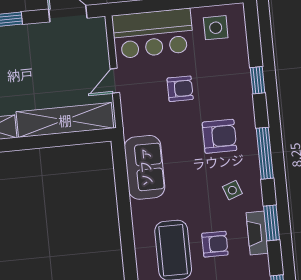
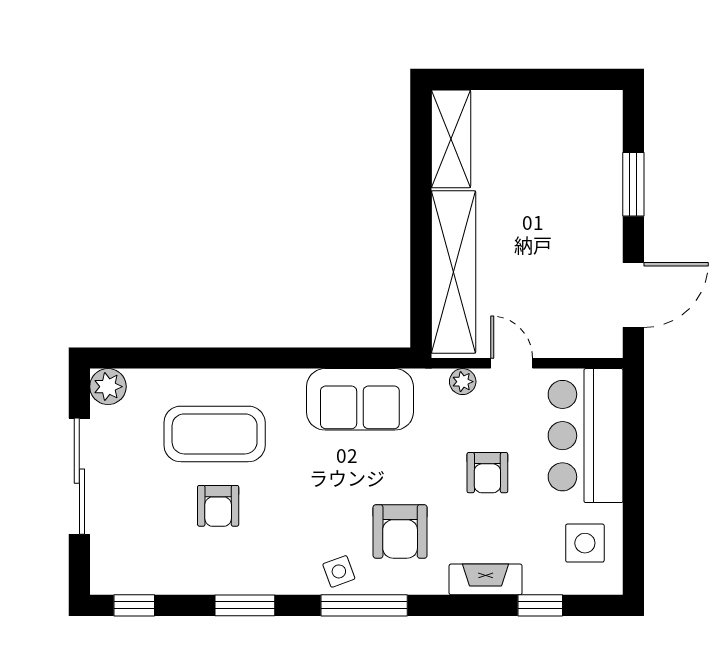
window: (258, 80) -> (540, 605), moved
plant: (128, 108) -> (463, 382), added
side table: (232, 190) -> (339, 571), moved
fireplace: (257, 233) -> (486, 579), moved

